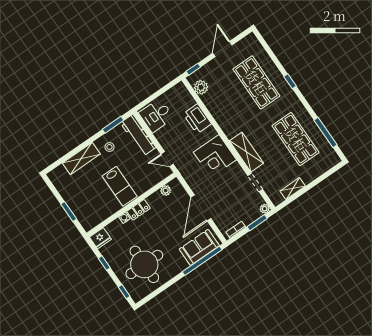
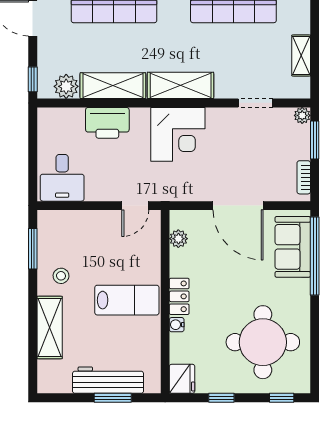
shelving: (217, 109) -> (113, 86), added
workbench: (138, 135) -> (108, 380), moved, turned 180
shelving: (246, 152) -> (181, 85), moved

